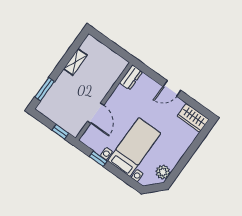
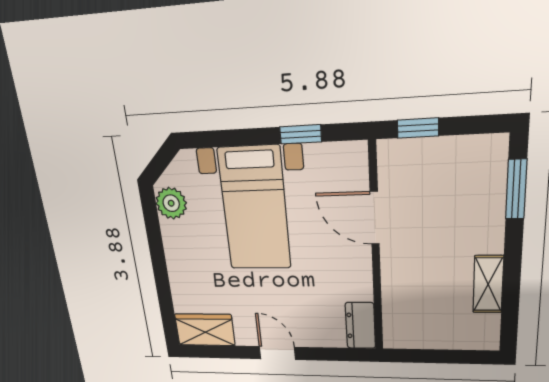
door: (172, 88) -> (277, 353), hinge flipped

